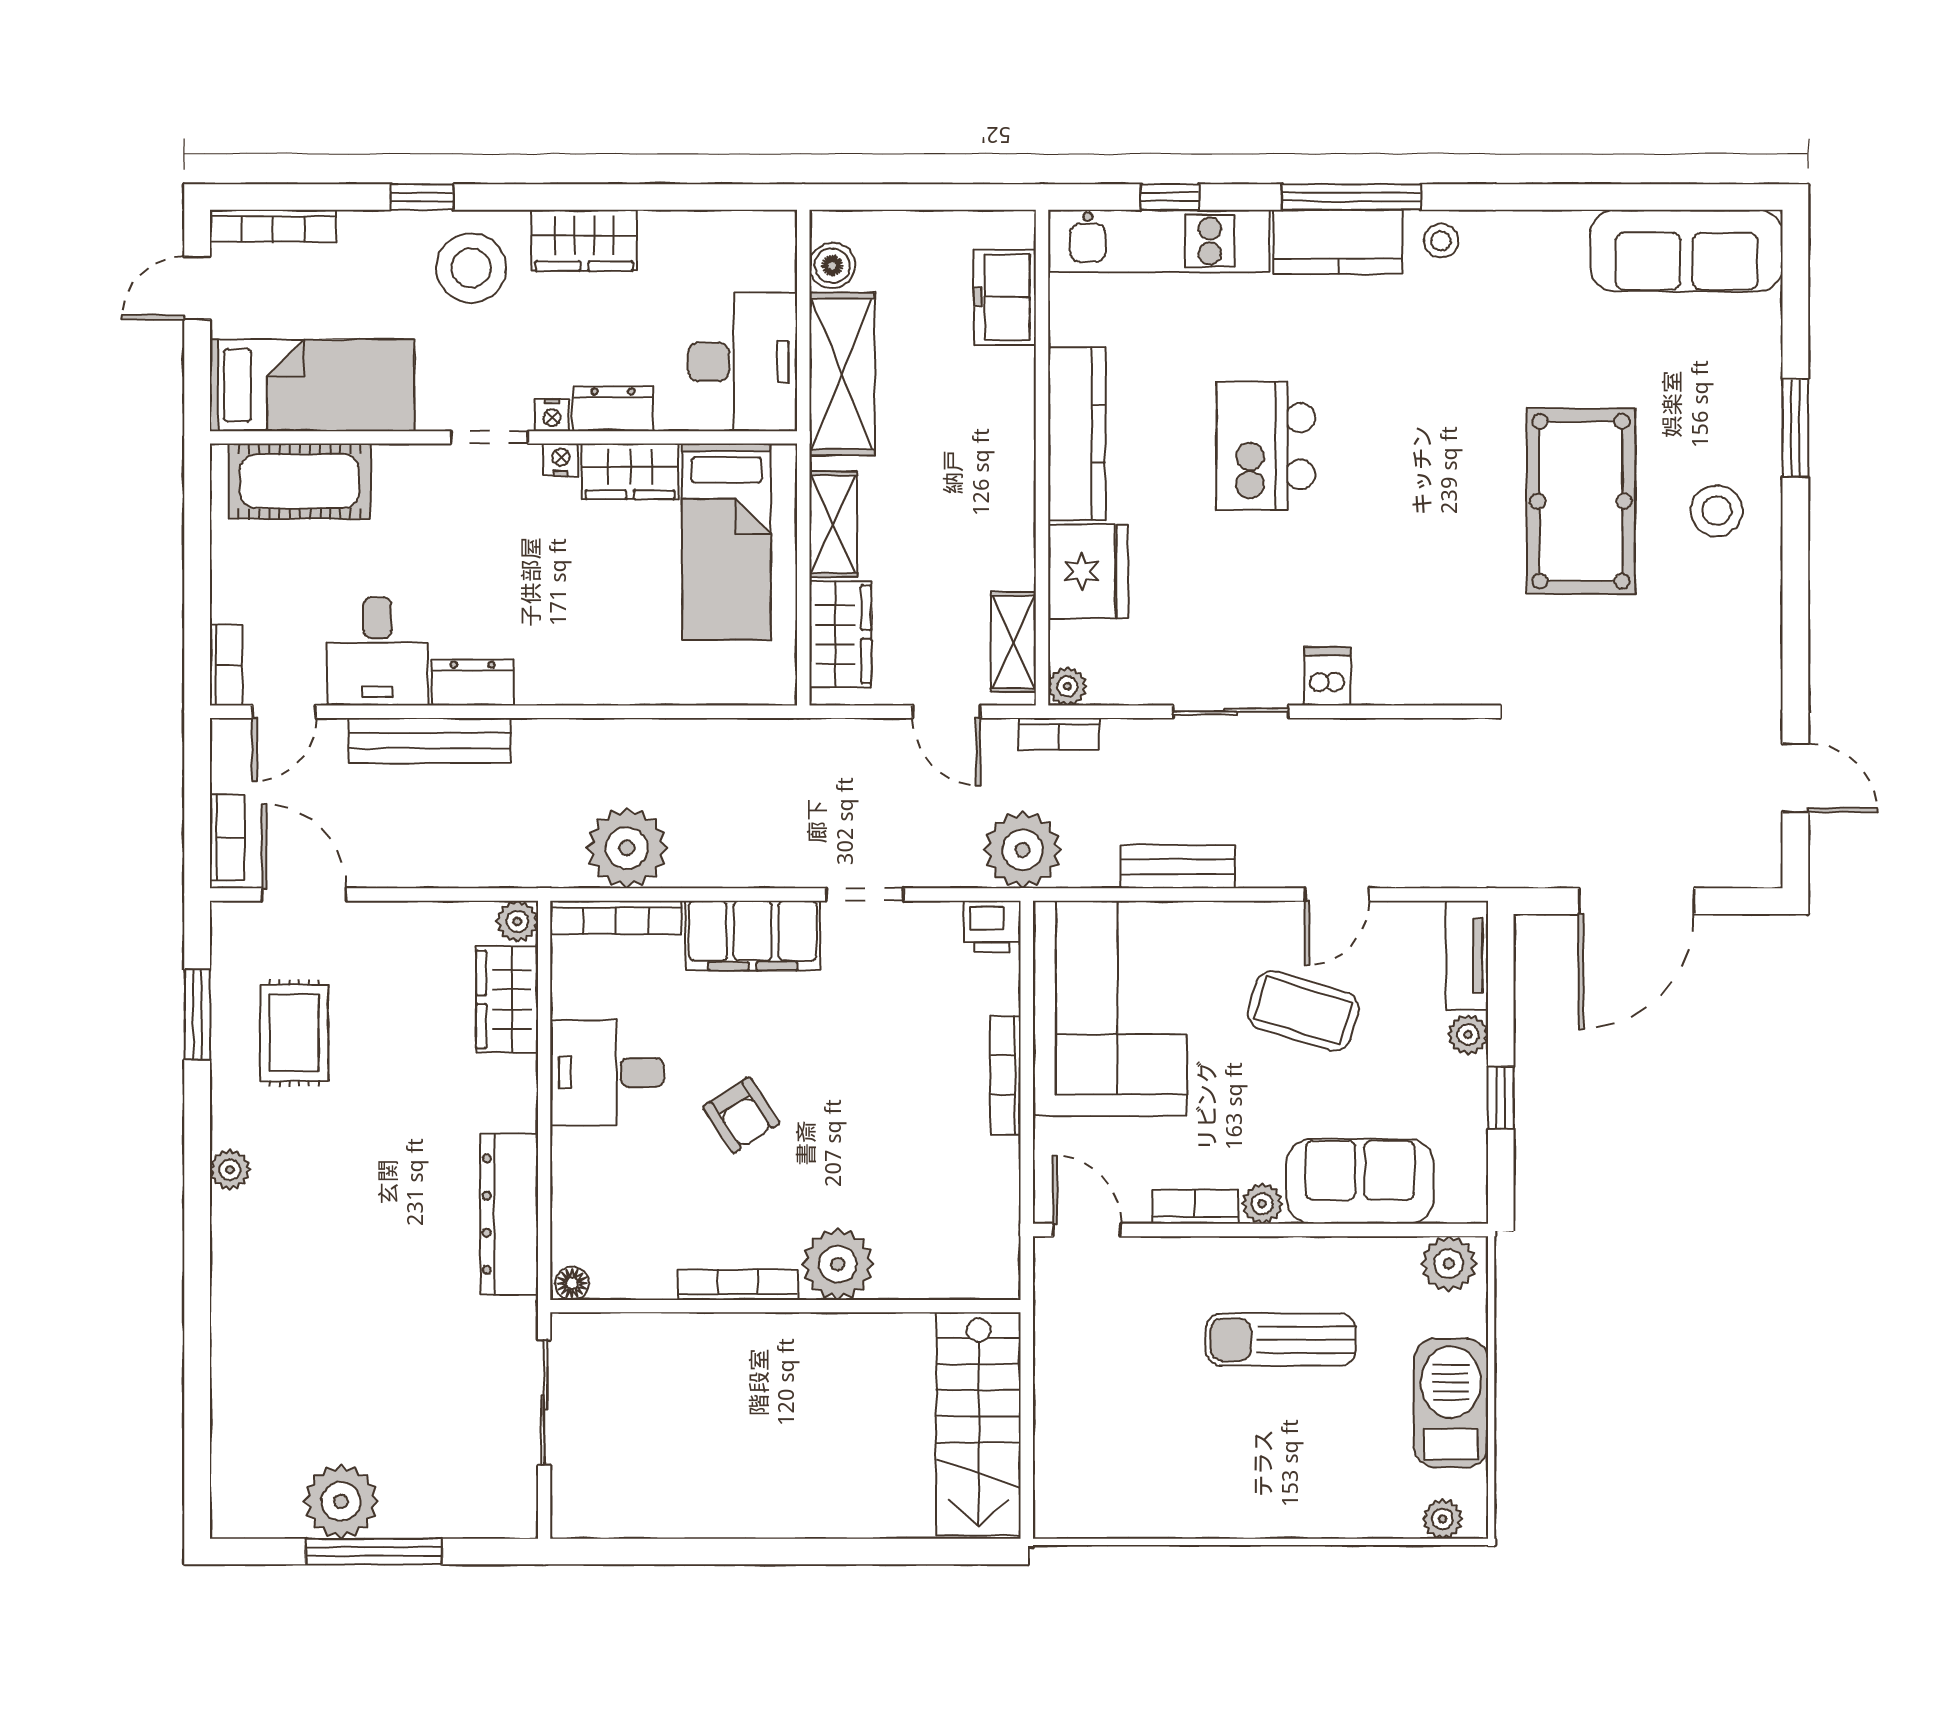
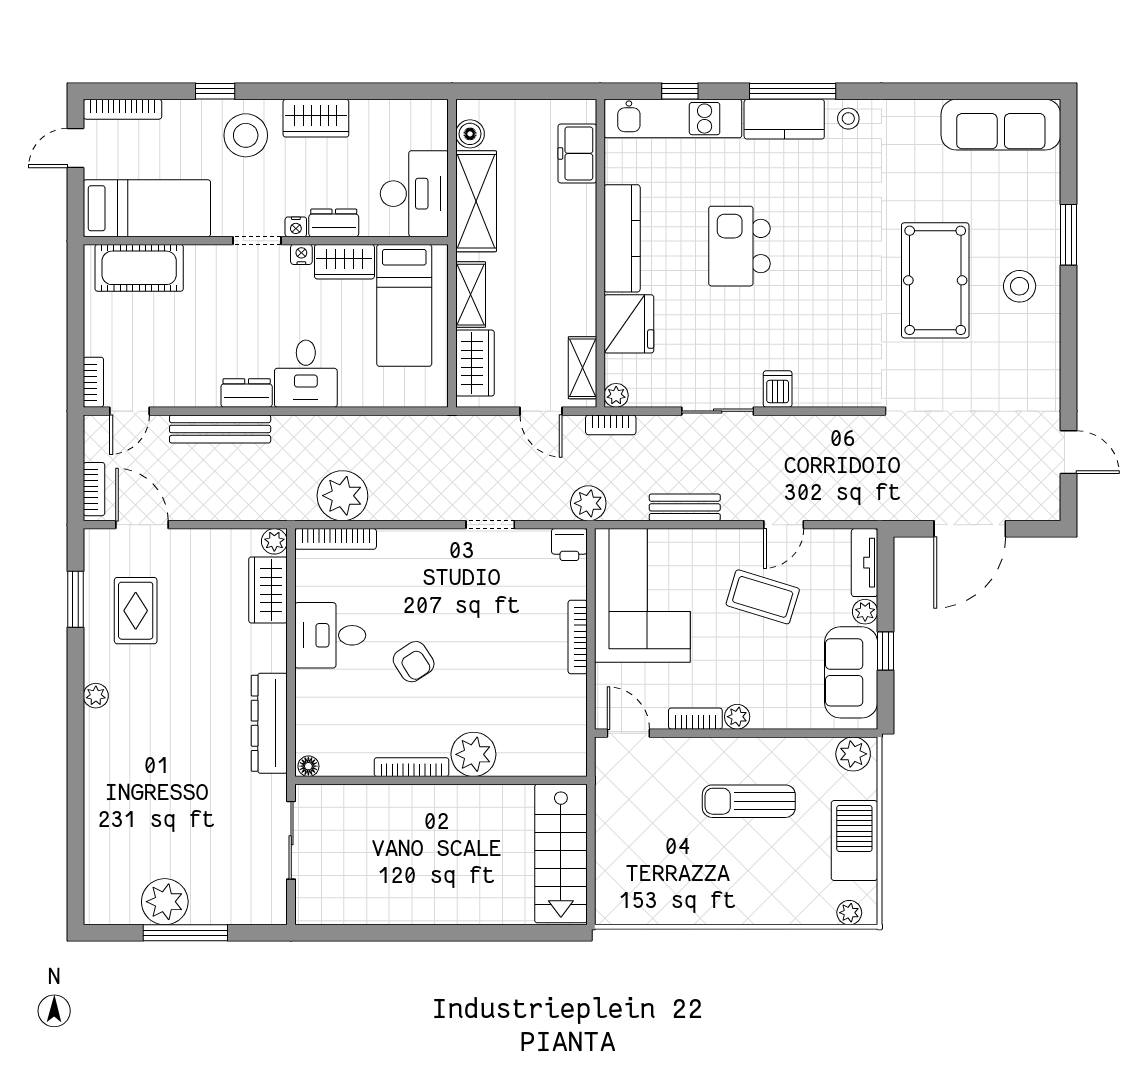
desk: (377, 651) -> (306, 374), moved
plant: (1023, 850) -> (588, 503), width x0.73, depth x0.73
filing cabinet: (753, 936) -> (421, 550), removed
sofa: (1360, 1181) -> (851, 672), moved, turned -90

